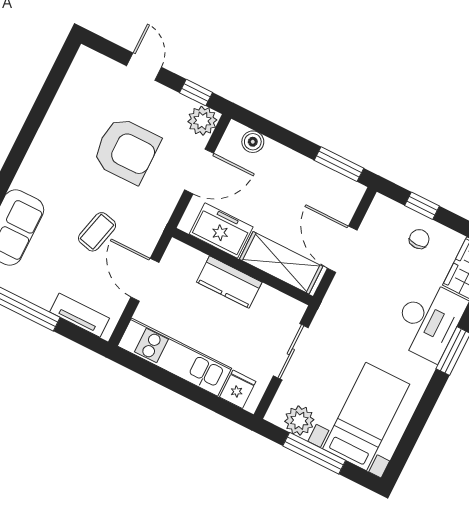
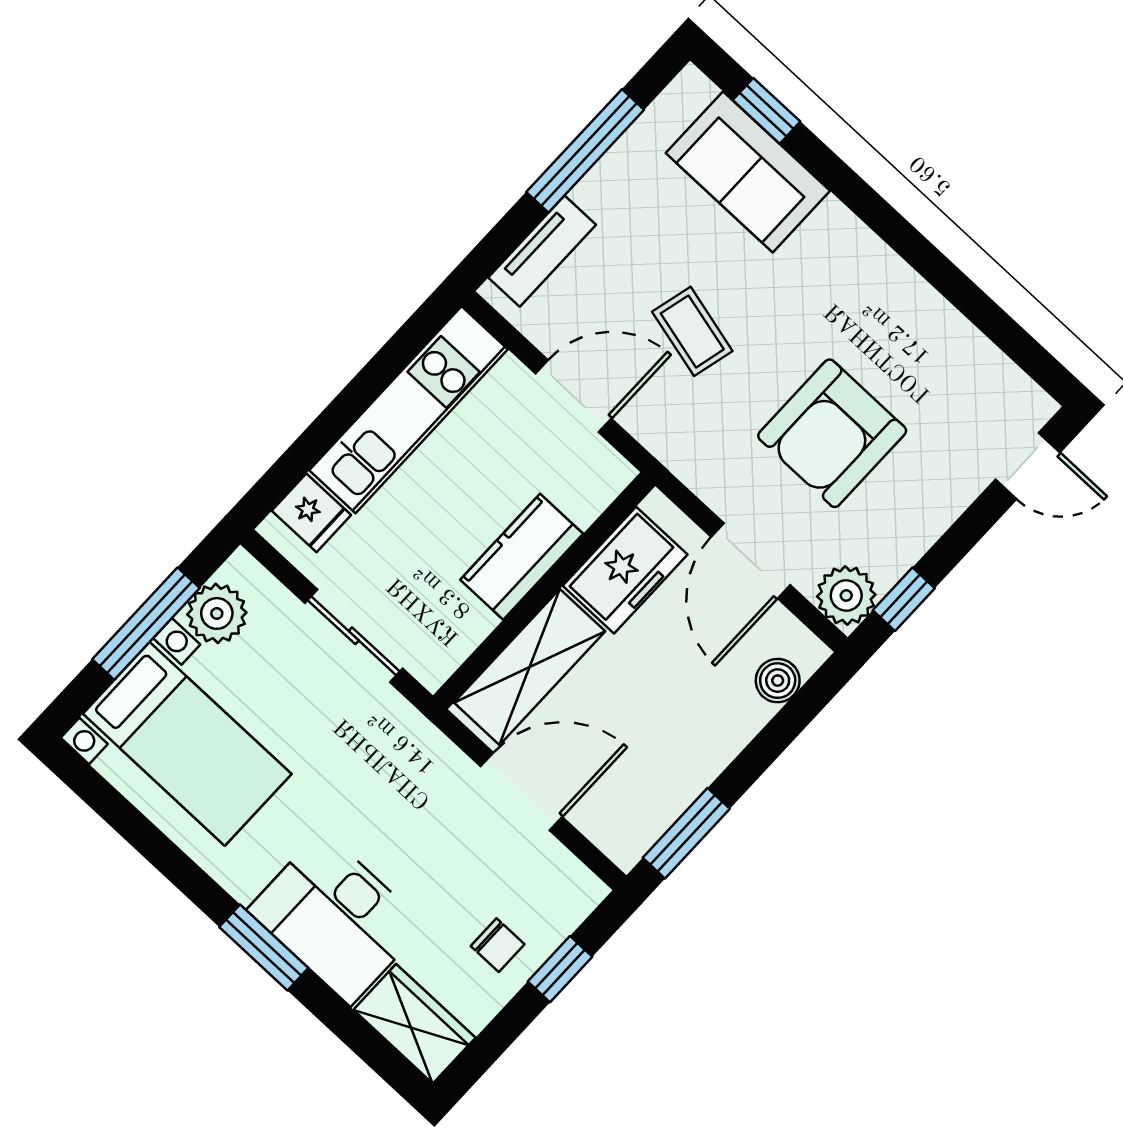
door: (144, 67) -> (1028, 466), moved

